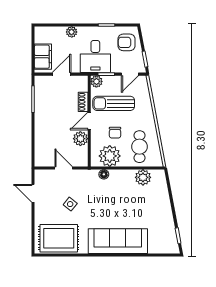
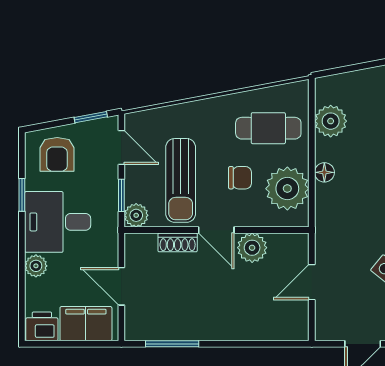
printer: (42, 35) -> (42, 326), added
desk: (95, 57) -> (58, 222), moved, turned 180
floor lamp: (104, 174) -> (324, 172), moved

